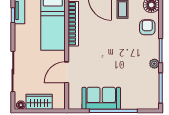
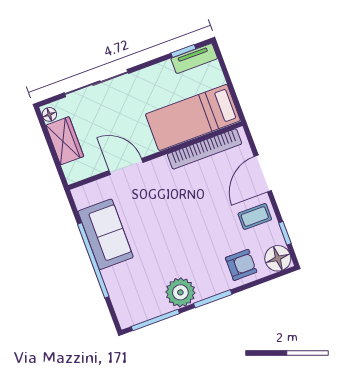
plant: (154, 64) -> (180, 292), width x1.88, depth x1.88

